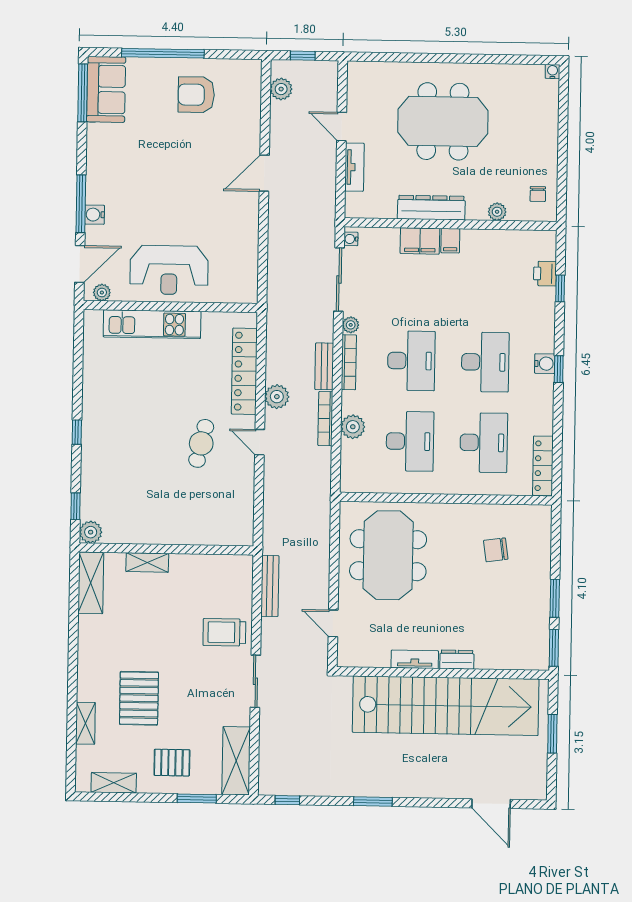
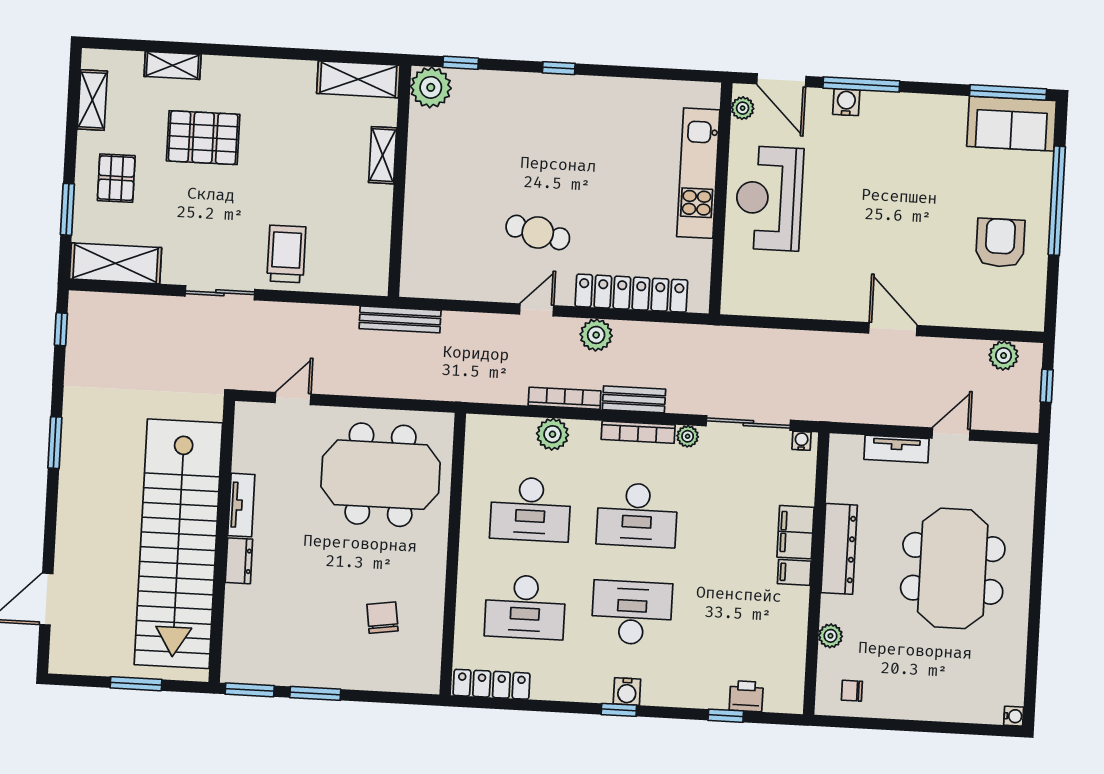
desk: (485, 362) -> (632, 613), turned 180
plant: (91, 532) -> (431, 87), width x1.36, depth x1.36
bench: (270, 586) -> (400, 319), moved

